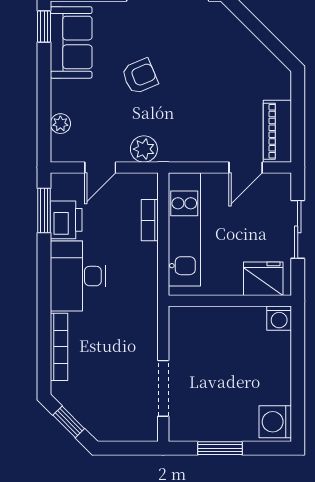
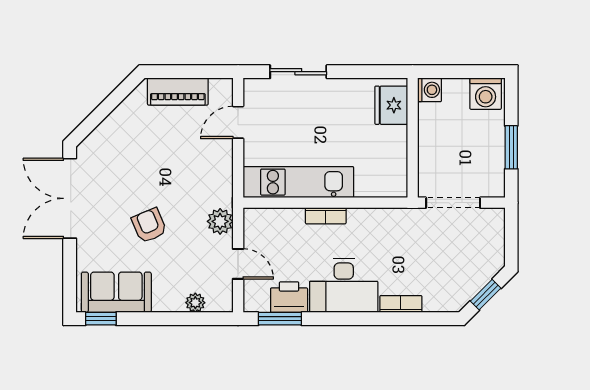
piano: (277, 131) -> (178, 91), moved
door: (246, 168) -> (238, 122), swing flipped
bookcase: (150, 220) -> (326, 216), moved
fridge: (263, 279) -> (391, 105), moved
wall: (230, 301) -> (413, 138), moved
washing machine: (279, 318) -> (430, 90), moved
bookcase: (59, 347) -> (401, 304), width x0.64

